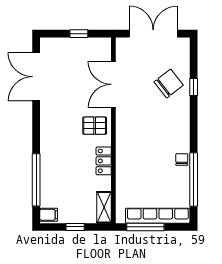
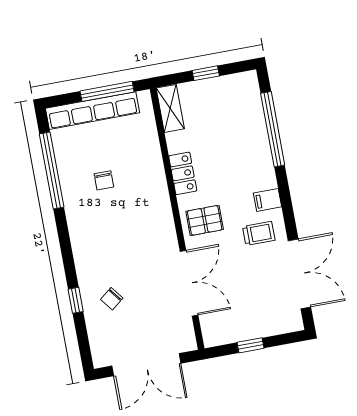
chair: (169, 84) -> (112, 299), width x0.54, depth x0.54
trolley: (59, 110) -> (259, 233), added
chair: (182, 159) -> (104, 180), moved
filing cabinet: (49, 215) -> (268, 200), moved

